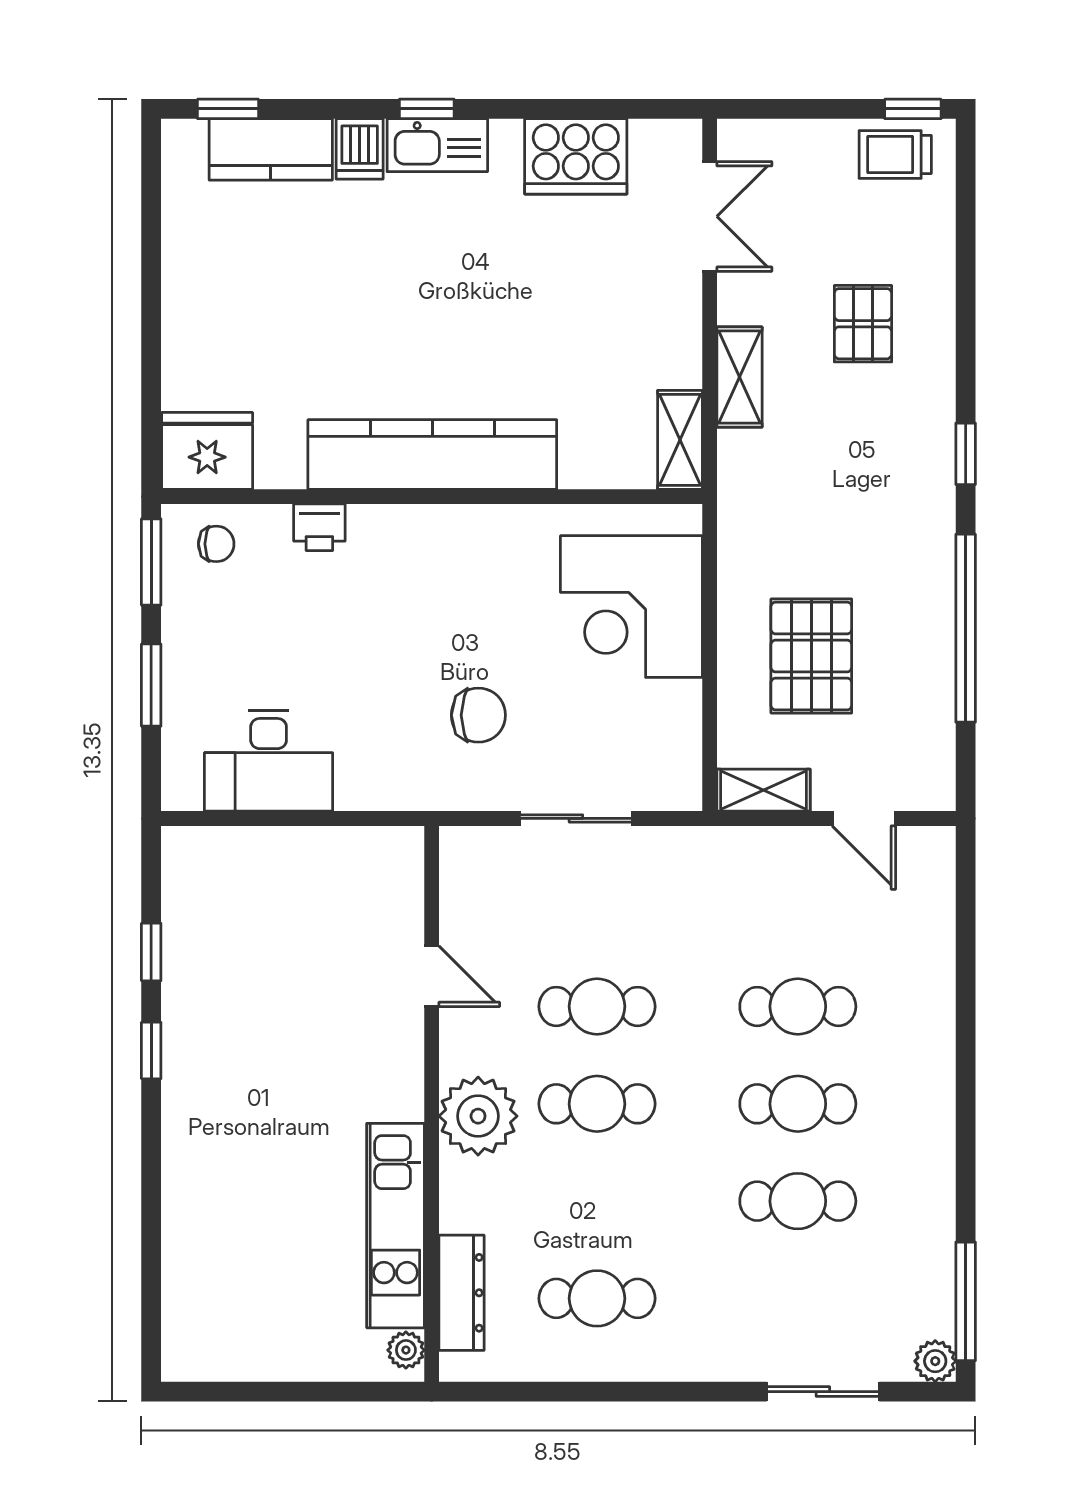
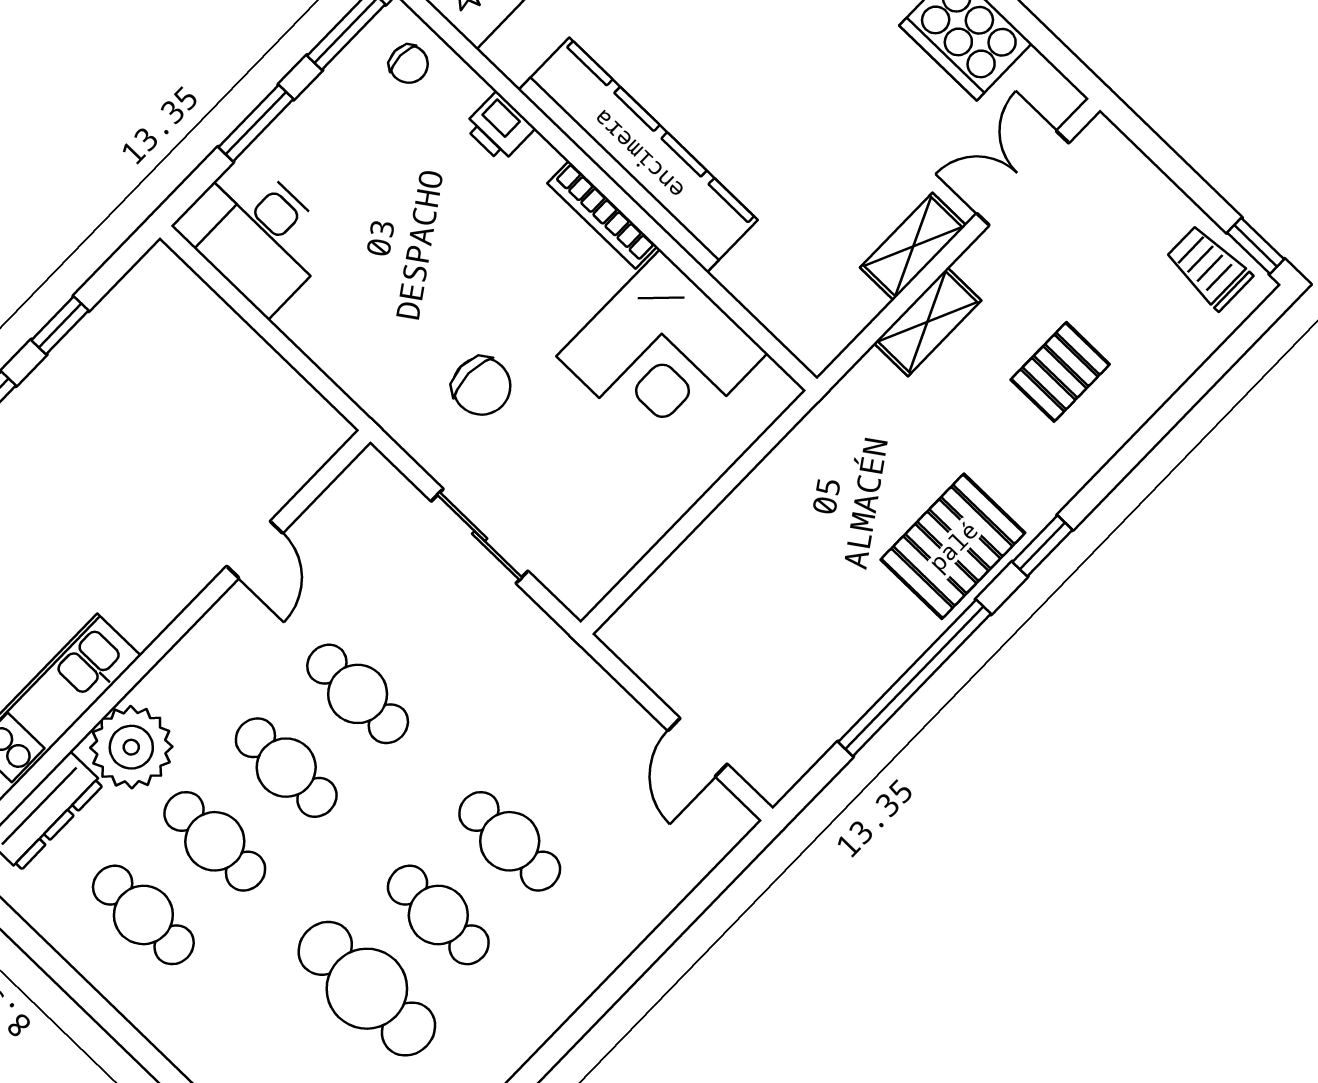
double door: (710, 216) -> (1023, 178), swing flipped
shelving: (680, 440) -> (913, 246), moved
bookcase: (447, 519) -> (602, 215), added
corner desk: (631, 607) -> (662, 355), moved, turned -90
pallet: (811, 656) -> (953, 546), moved
desk: (269, 761) -> (256, 235), moved
shelving: (764, 790) -> (643, 652), removed
plant: (478, 1116) -> (131, 747), moved
cafe table: (597, 1201) -> (215, 841), added
cafe table: (798, 1201) -> (367, 989), width x1.37, depth x1.35

